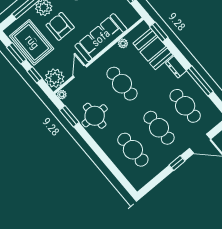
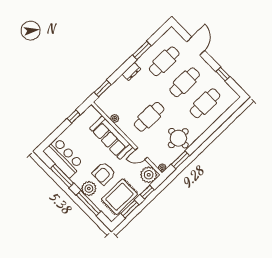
booth: (153, 49) -> (118, 92), removed
window: (200, 81) -> (142, 50), width x0.69
window: (177, 163) -> (223, 74), moved

